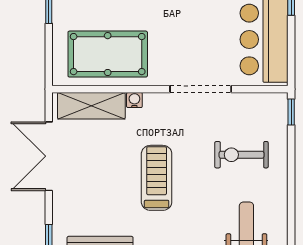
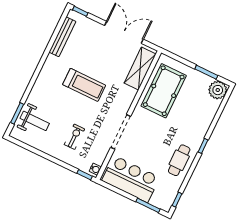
water cooler: (134, 100) -> (95, 169), moved
exercise bike: (241, 155) -> (74, 137), width x0.73, depth x0.72

